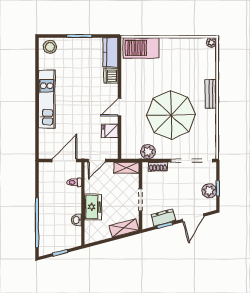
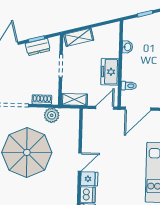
fridge: (110, 131) -> (89, 179), moved
freezer: (93, 207) -> (110, 72), moved

